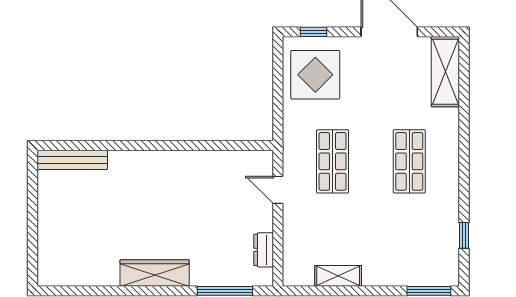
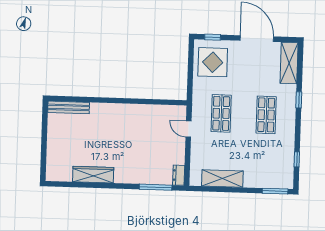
window: (464, 134) -> (299, 100), added
dresser: (264, 250) -> (179, 175), moved
wardrobe: (155, 273) -> (93, 175), moved
shelving: (338, 276) -> (222, 179), width x1.50, depth x1.33

